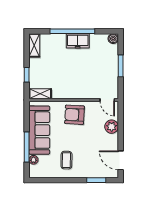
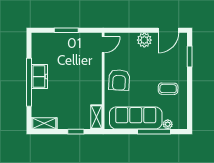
boiler: (113, 39) -> (37, 38), removed
plant: (112, 127) -> (144, 40), moved

